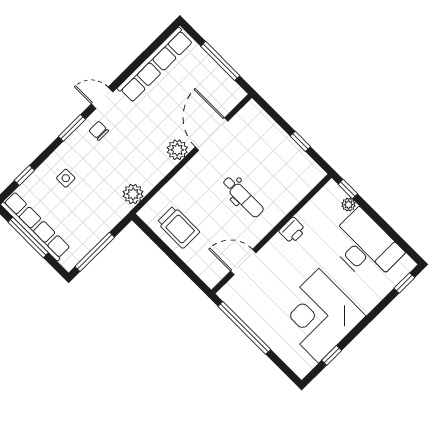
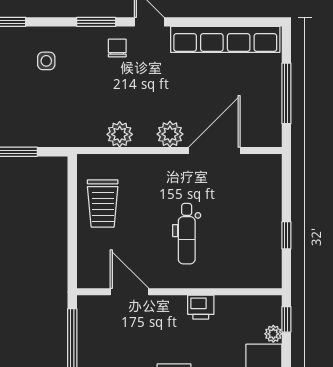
plant: (133, 194) -> (120, 134), moved

